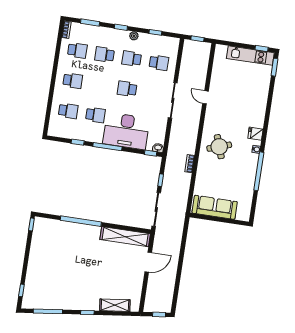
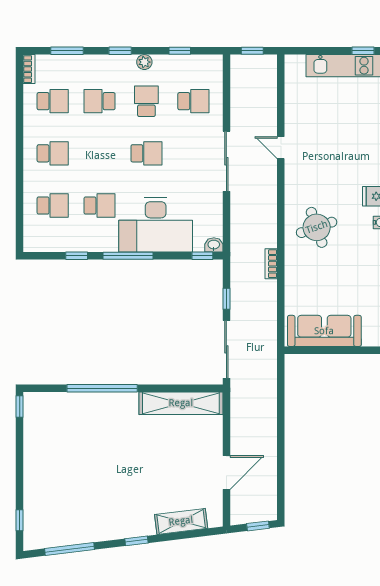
school desk: (132, 59) -> (146, 101), turned 90
school desk: (127, 89) -> (146, 153), turned 180
door: (148, 262) -> (226, 473), moved

